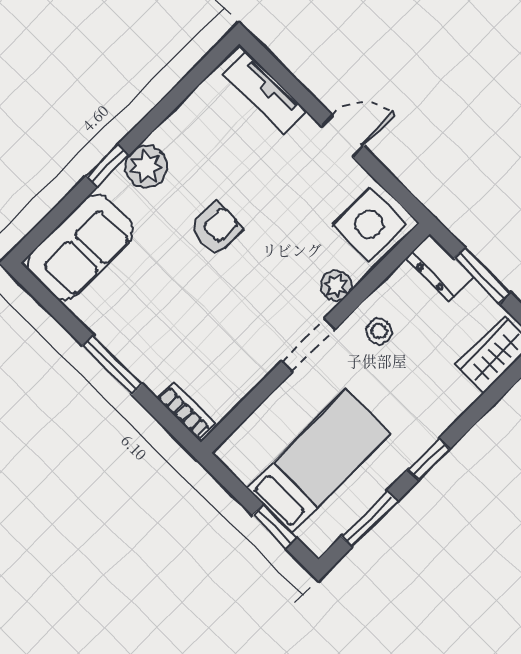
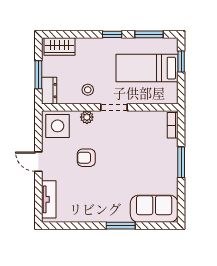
window: (107, 166) -> (121, 226), width x1.50
plant: (146, 167) -> (109, 213), removed
armchair: (216, 229) -> (86, 158), moved

